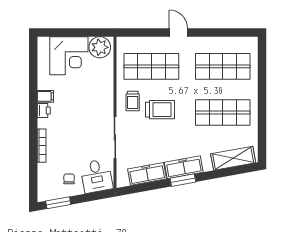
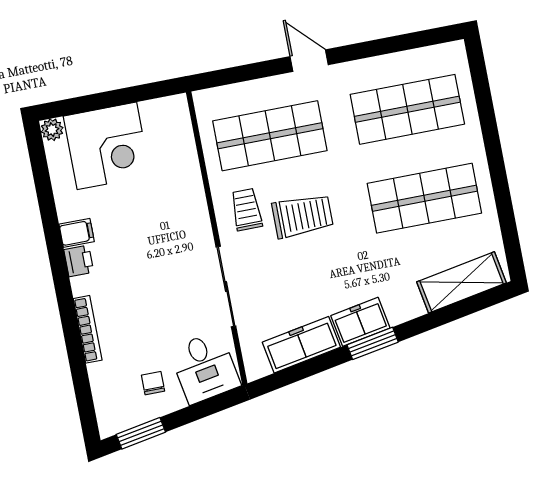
plant: (100, 47) -> (52, 130), moved, width x0.53, depth x0.53
trolley: (133, 101) -> (246, 210), turned 180
freezer: (184, 167) -> (360, 322), width x0.71

